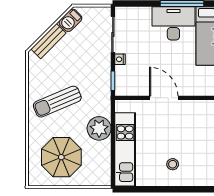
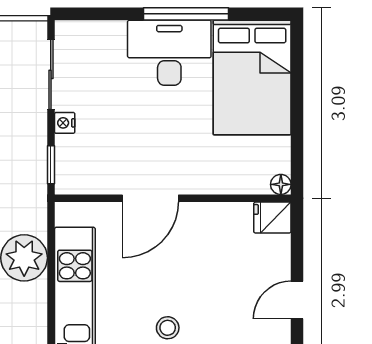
door: (164, 98) -> (150, 198), swing flipped

